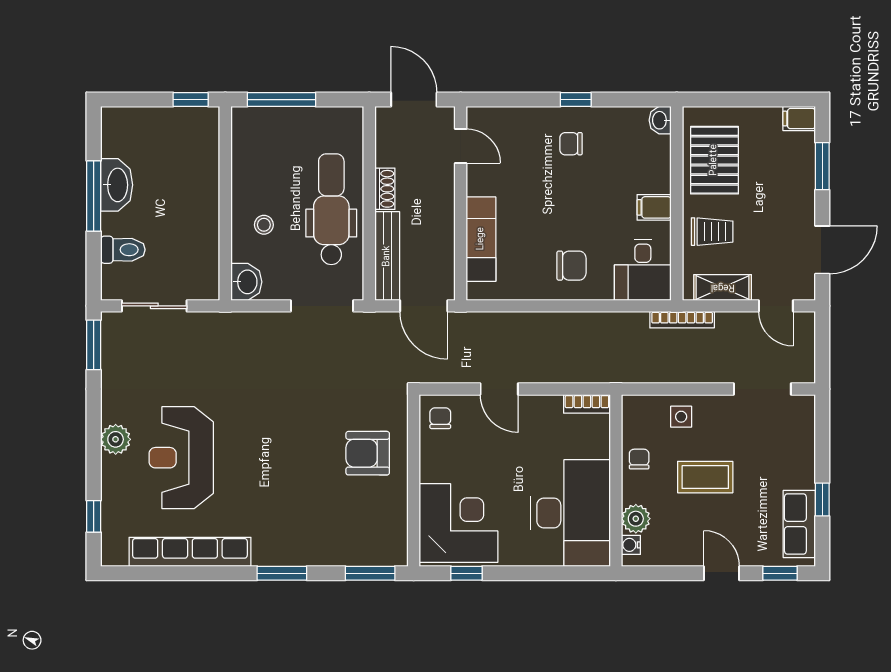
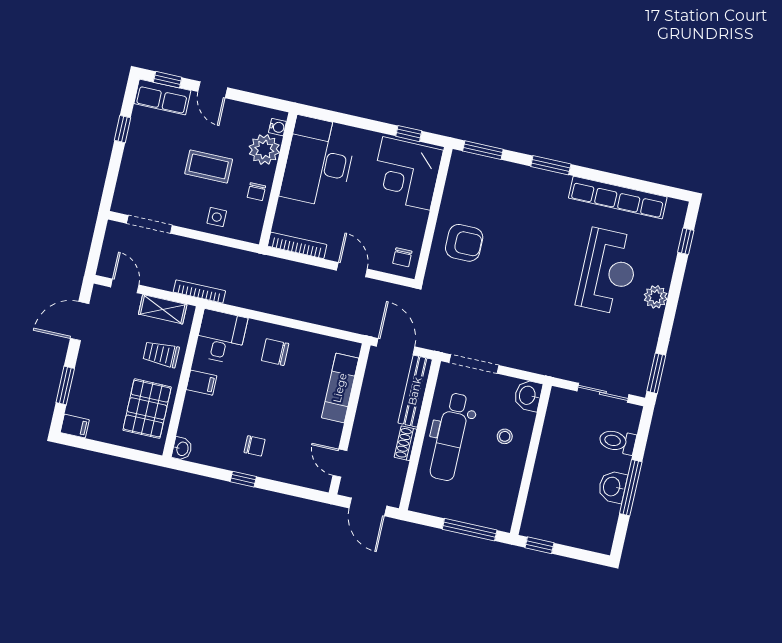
washbasin: (117, 185) -> (612, 487), width x0.72
bookcase: (587, 404) -> (297, 245), width x1.56
plant: (636, 519) -> (264, 149), width x1.36, depth x1.36
row of seats: (799, 524) -> (162, 97), moved, turned 90

